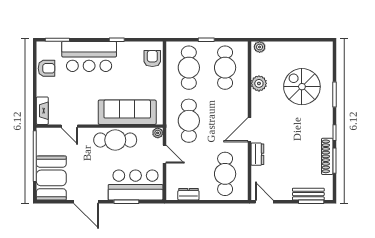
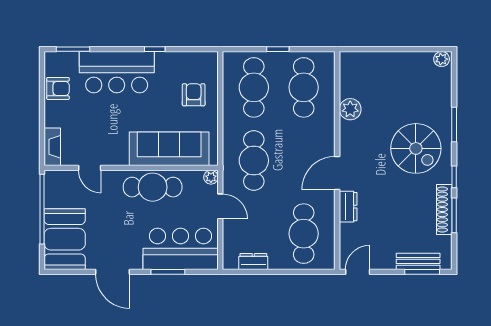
plant: (260, 47) -> (442, 59), moved
armchair: (152, 58) -> (194, 95), moved
spiral stairs: (302, 87) -> (416, 148), moved, turned 180
door: (264, 202) -> (358, 272), hinge flipped

